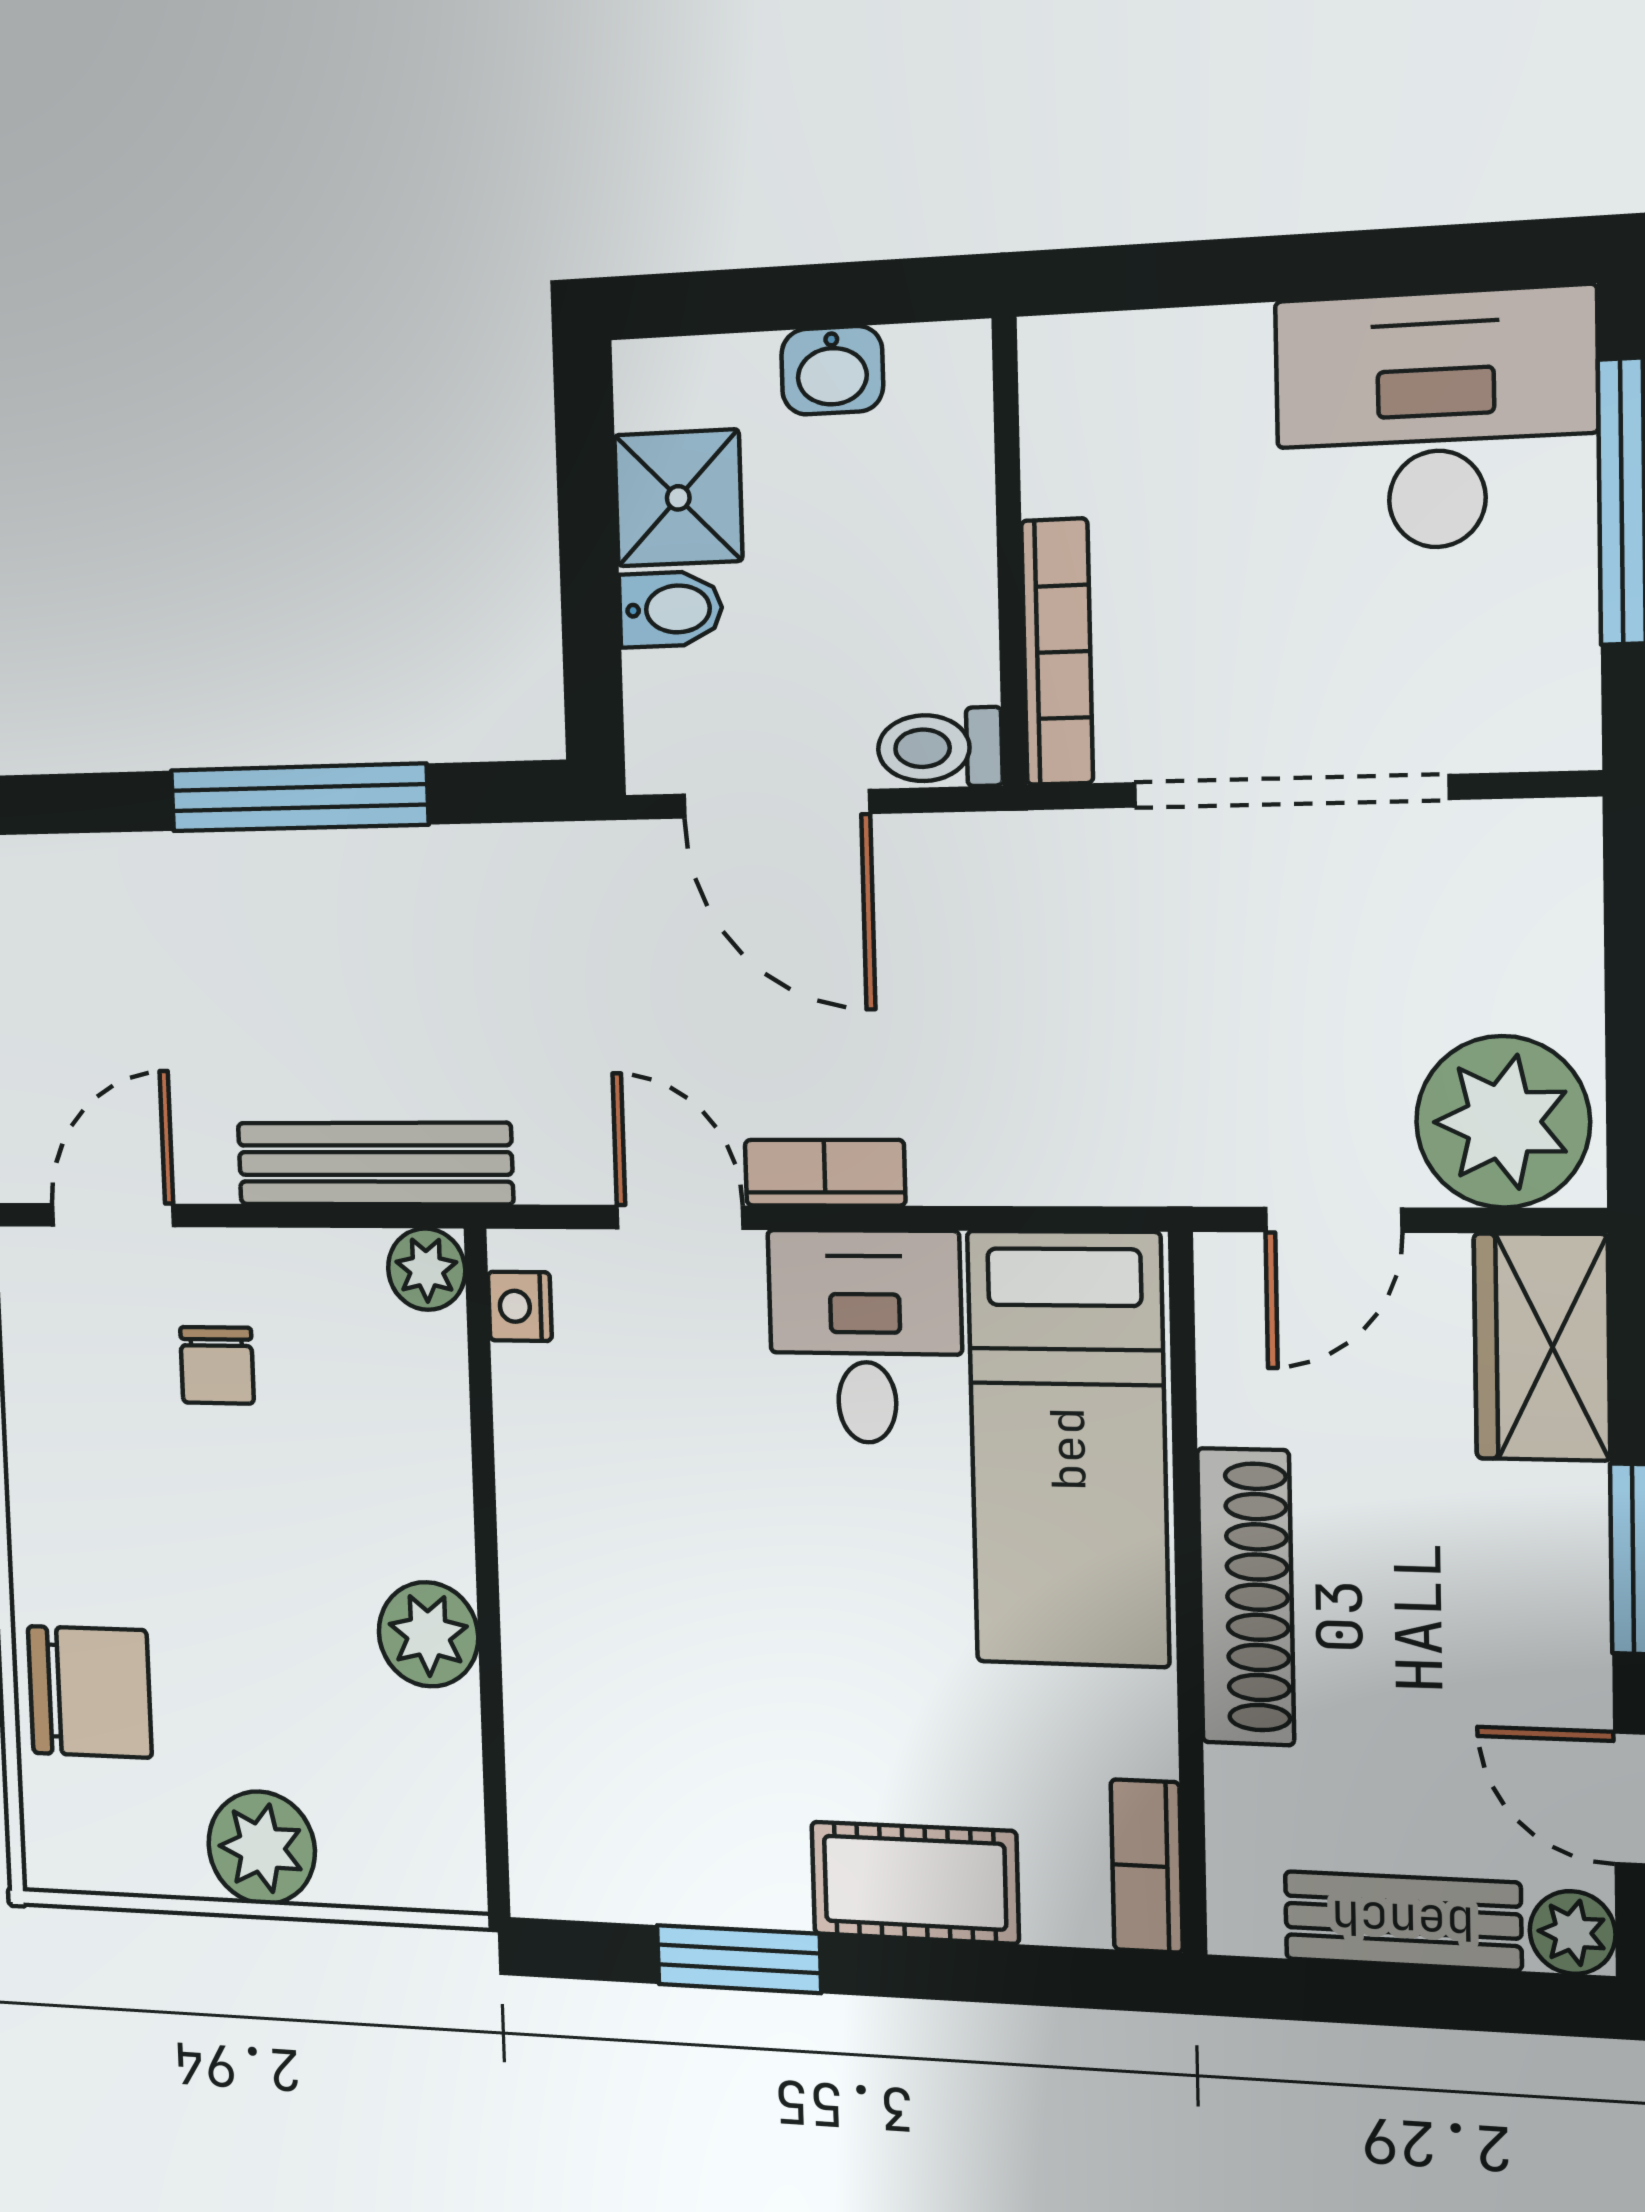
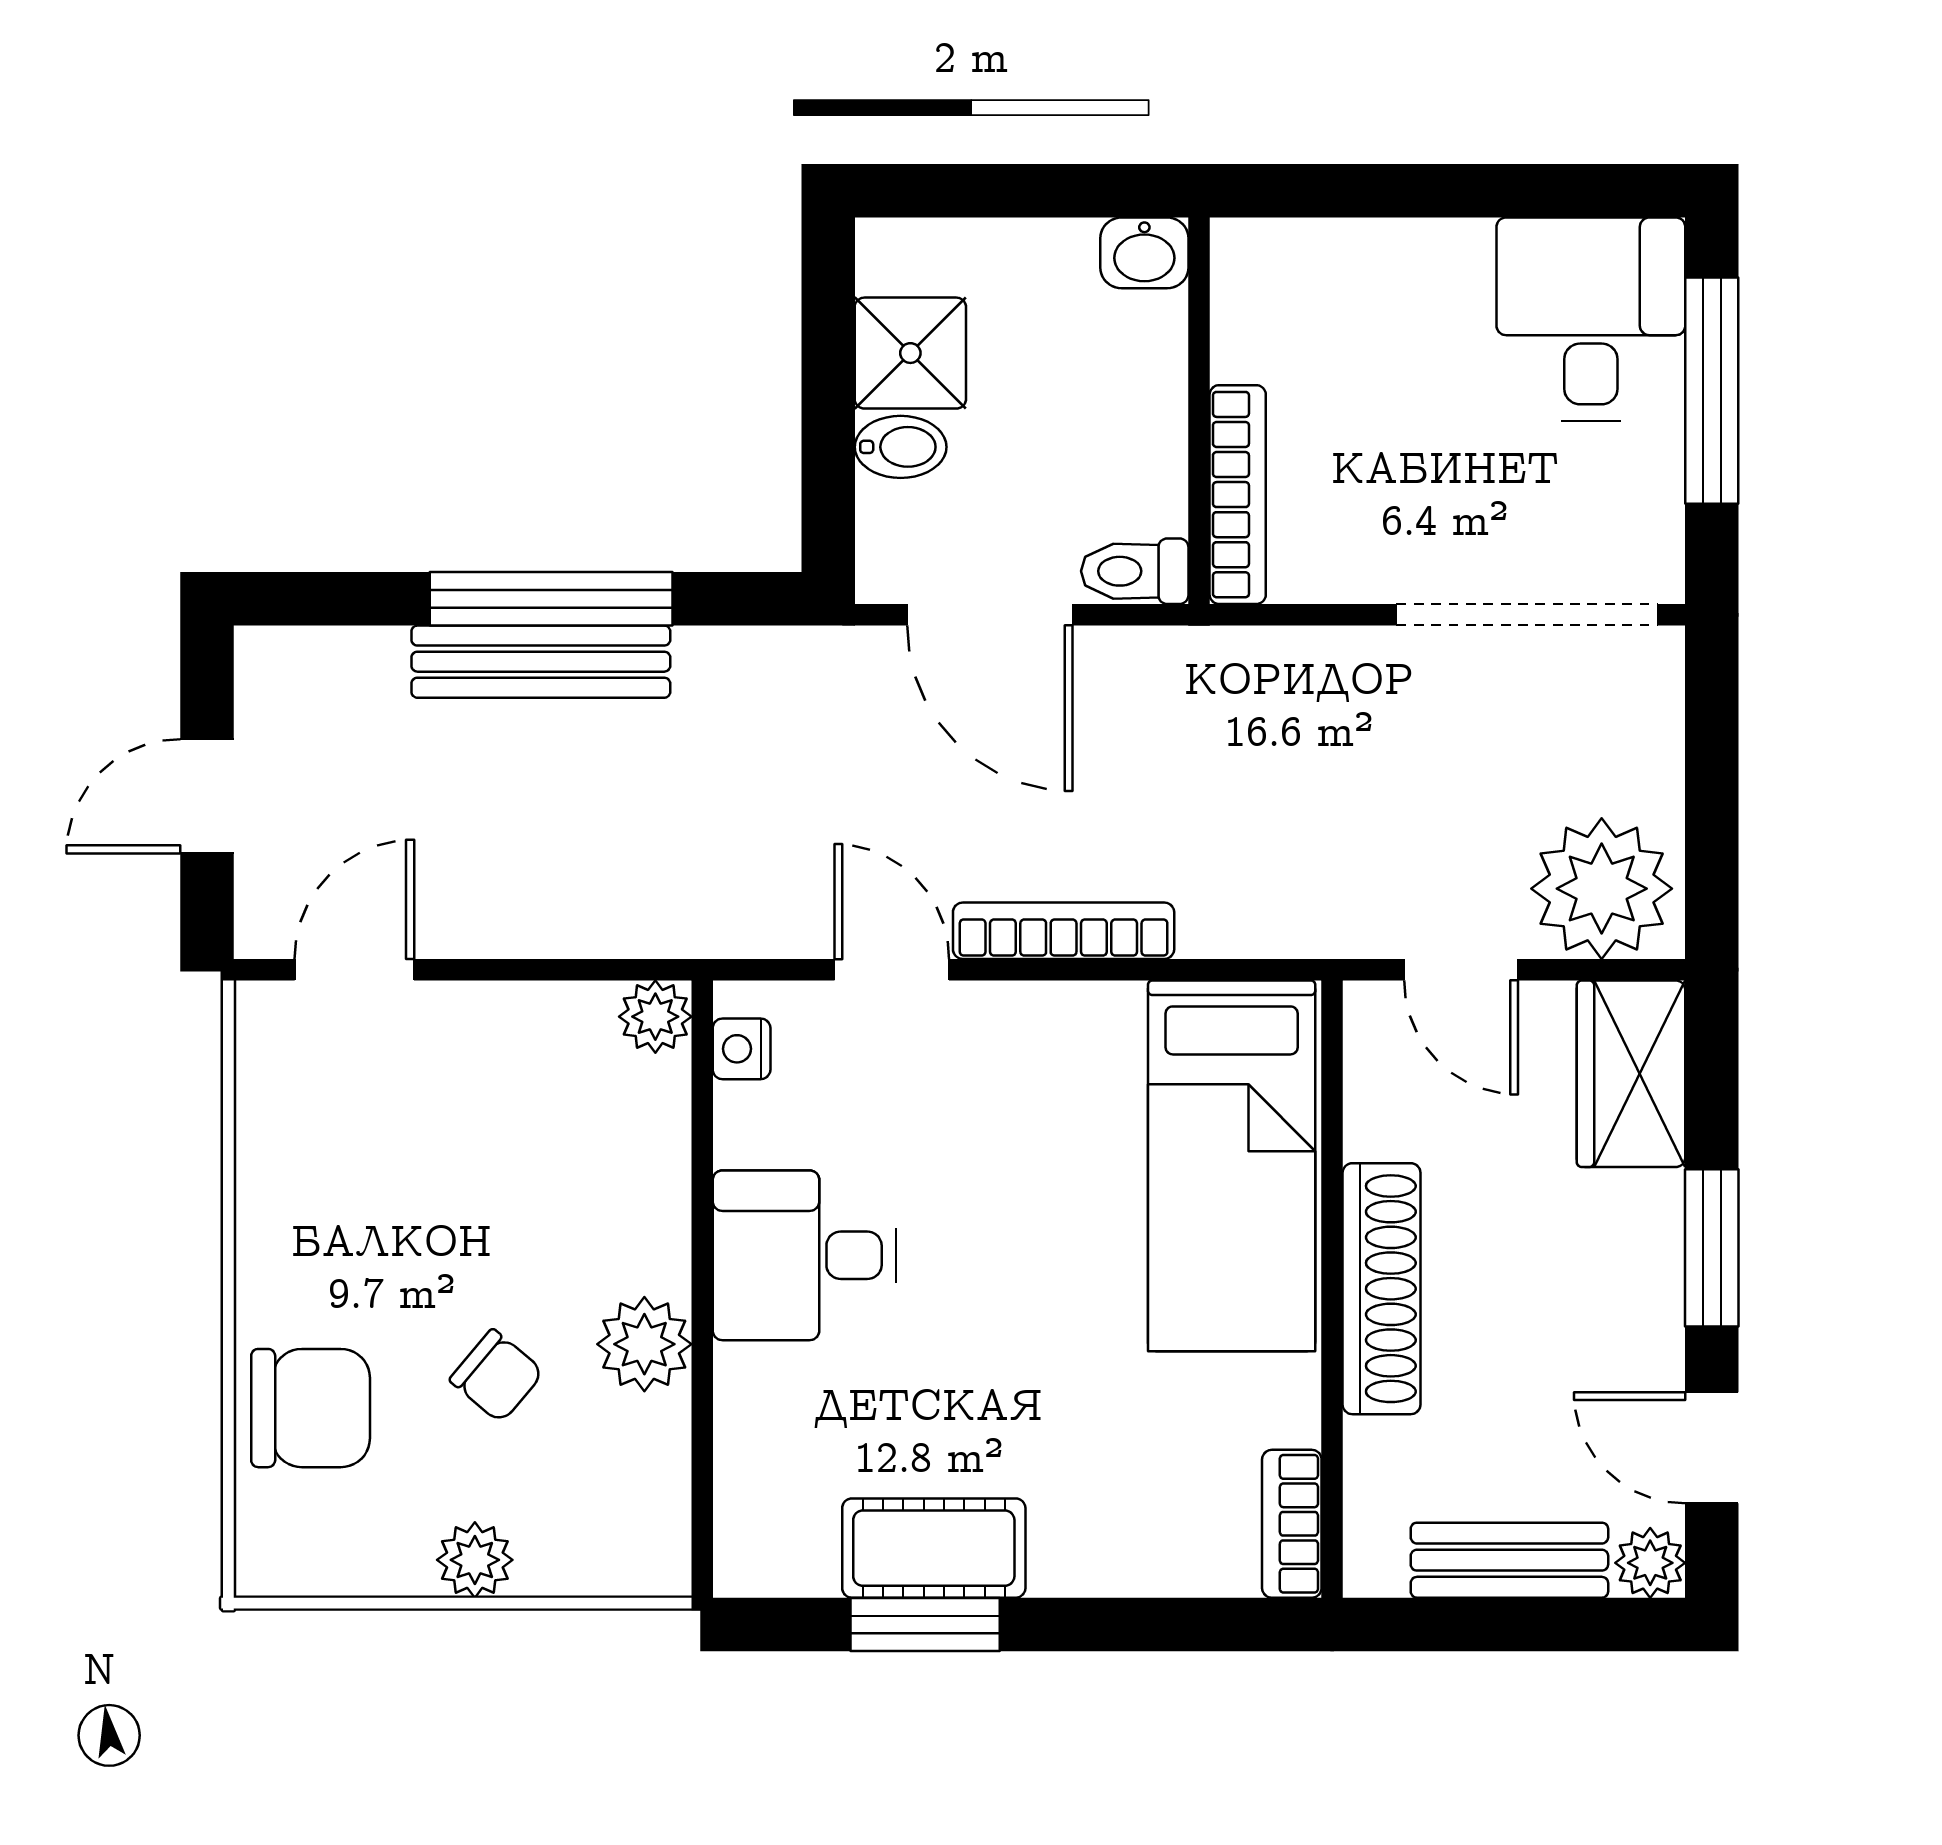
washbasin: (832, 370) -> (1144, 253), moved
desk: (1436, 420) -> (1591, 319), width x0.73
doorway: (1290, 791) -> (1527, 615), moved
bench: (375, 1163) -> (541, 662), moved
bookcase: (825, 1173) -> (1064, 931), width x1.56
door: (1333, 1220) -> (1461, 970), hinge flipped
desk: (866, 1337) -> (804, 1255), moved, turned -90
chair: (217, 1365) -> (497, 1376), moved, turned -50
plant: (262, 1848) -> (475, 1560), width x0.73, depth x0.73
cot: (915, 1883) -> (934, 1548), moved

